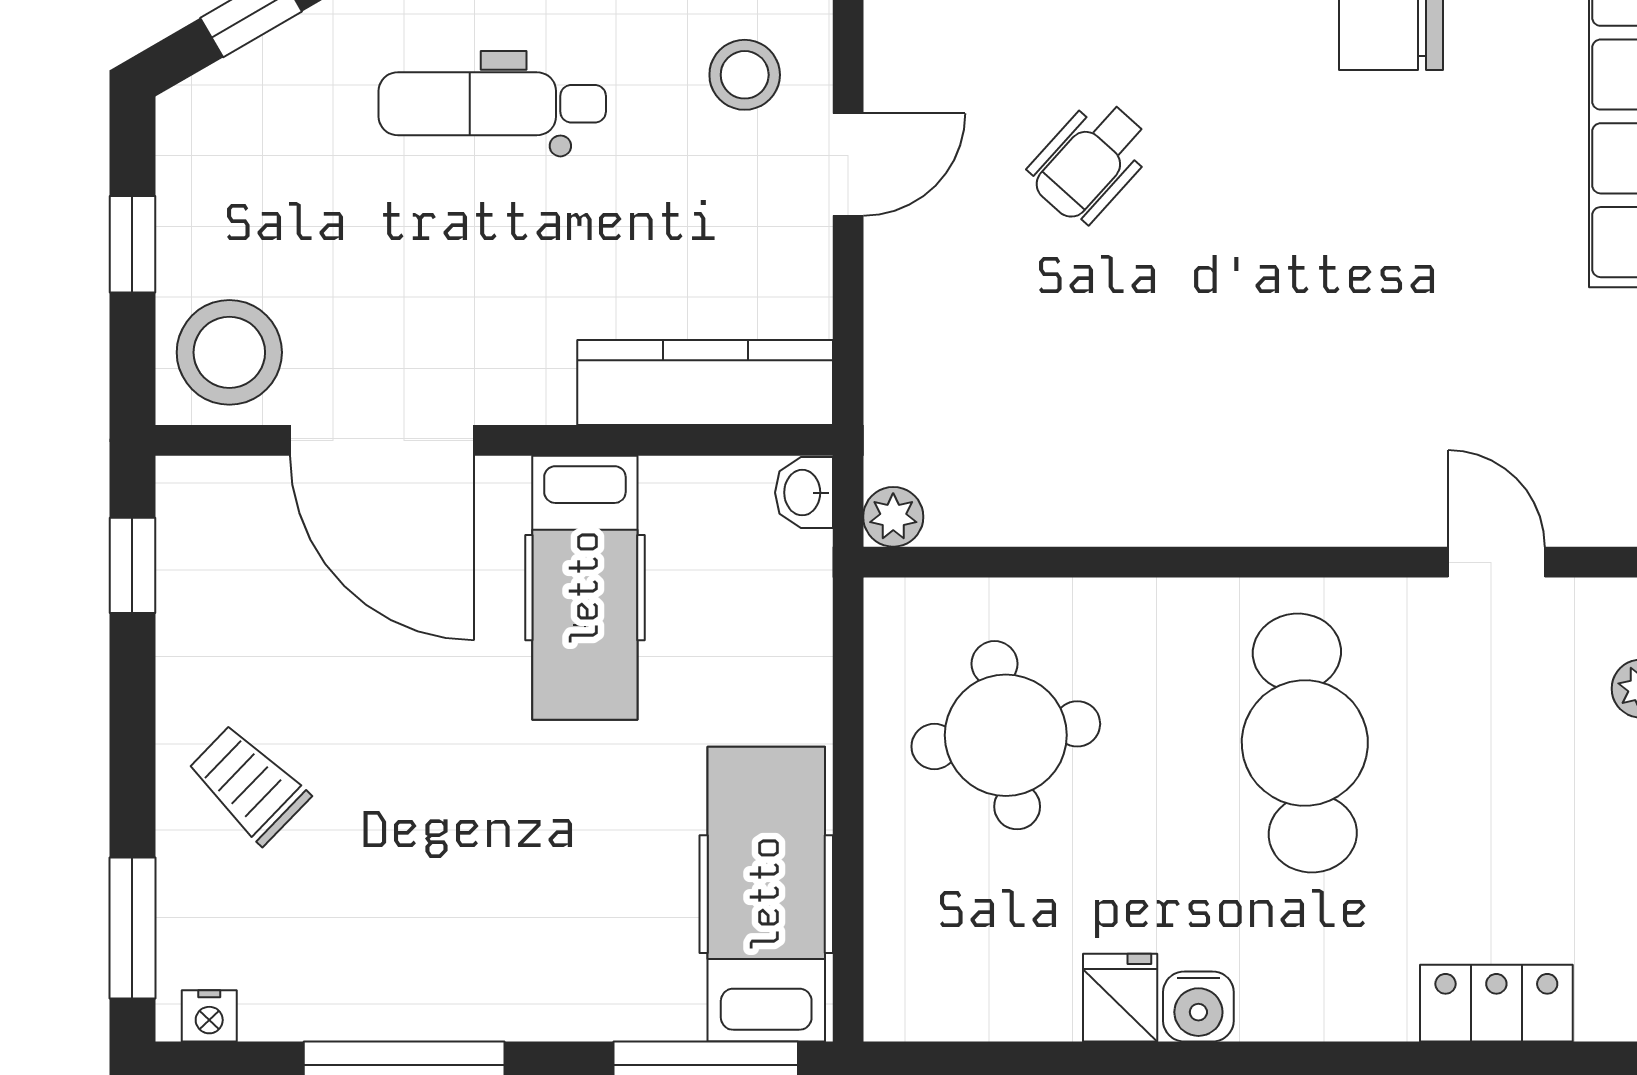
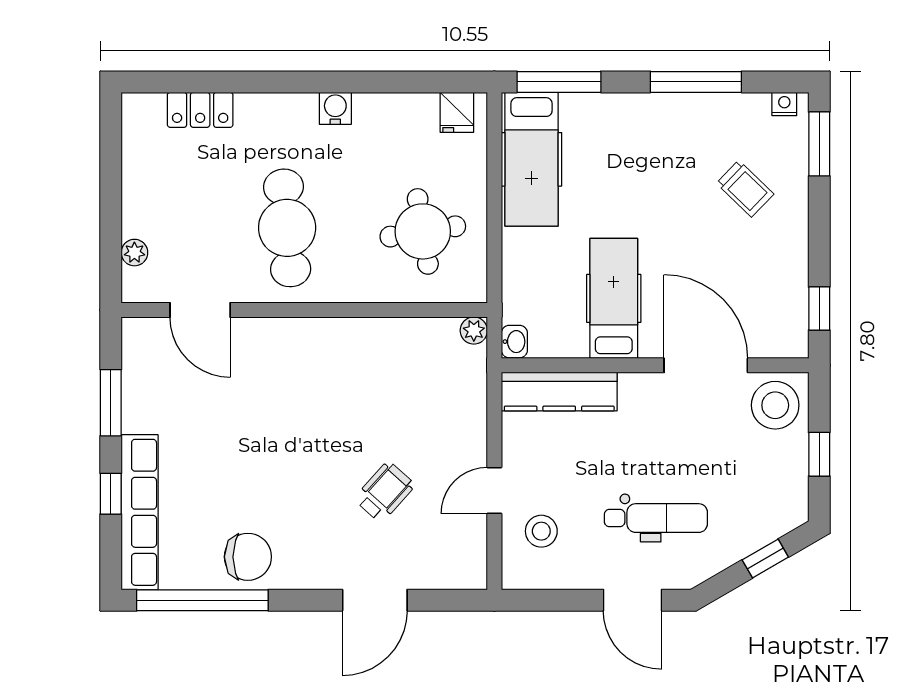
door: (1496, 562) -> (200, 310), width x1.38
trolley: (248, 784) -> (745, 189), moved
fridge: (1120, 998) -> (457, 112), moved

